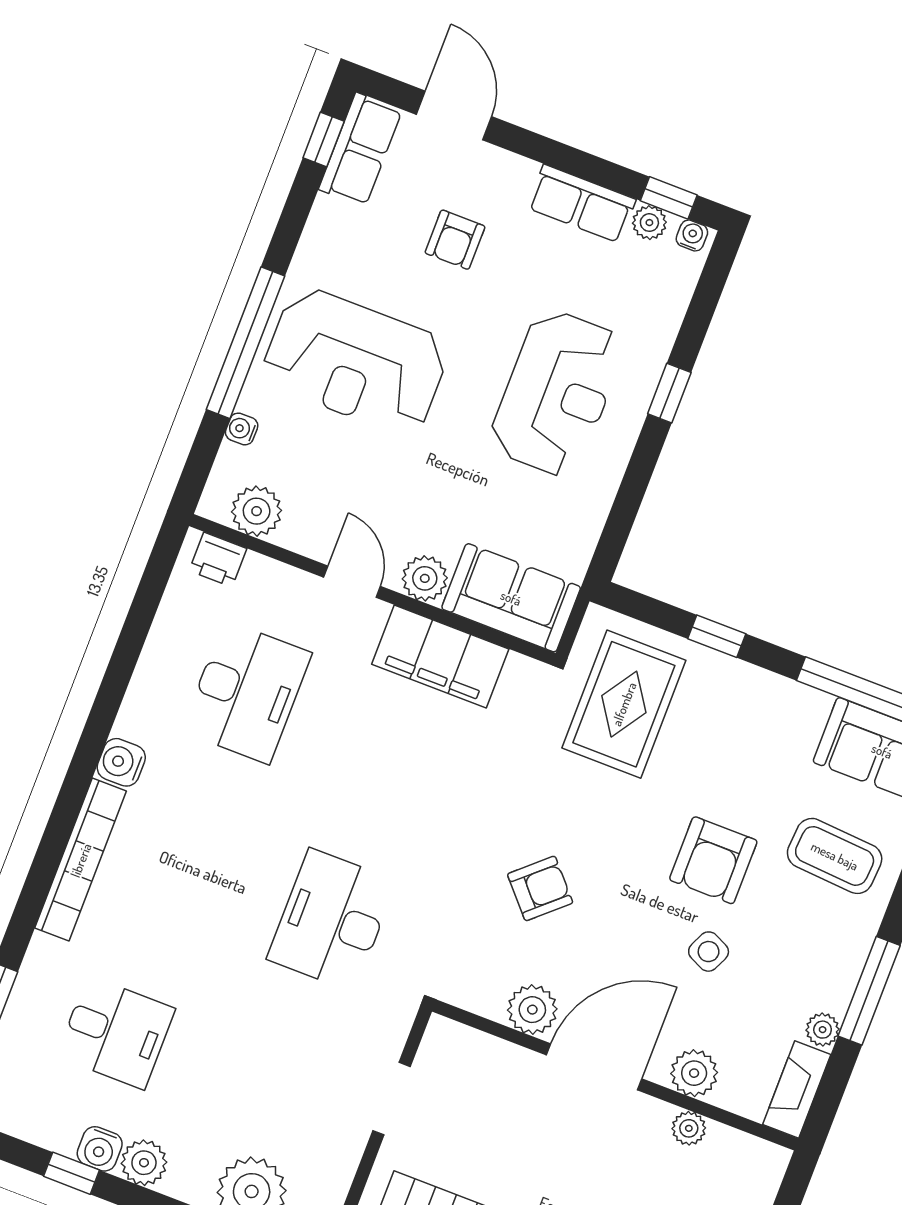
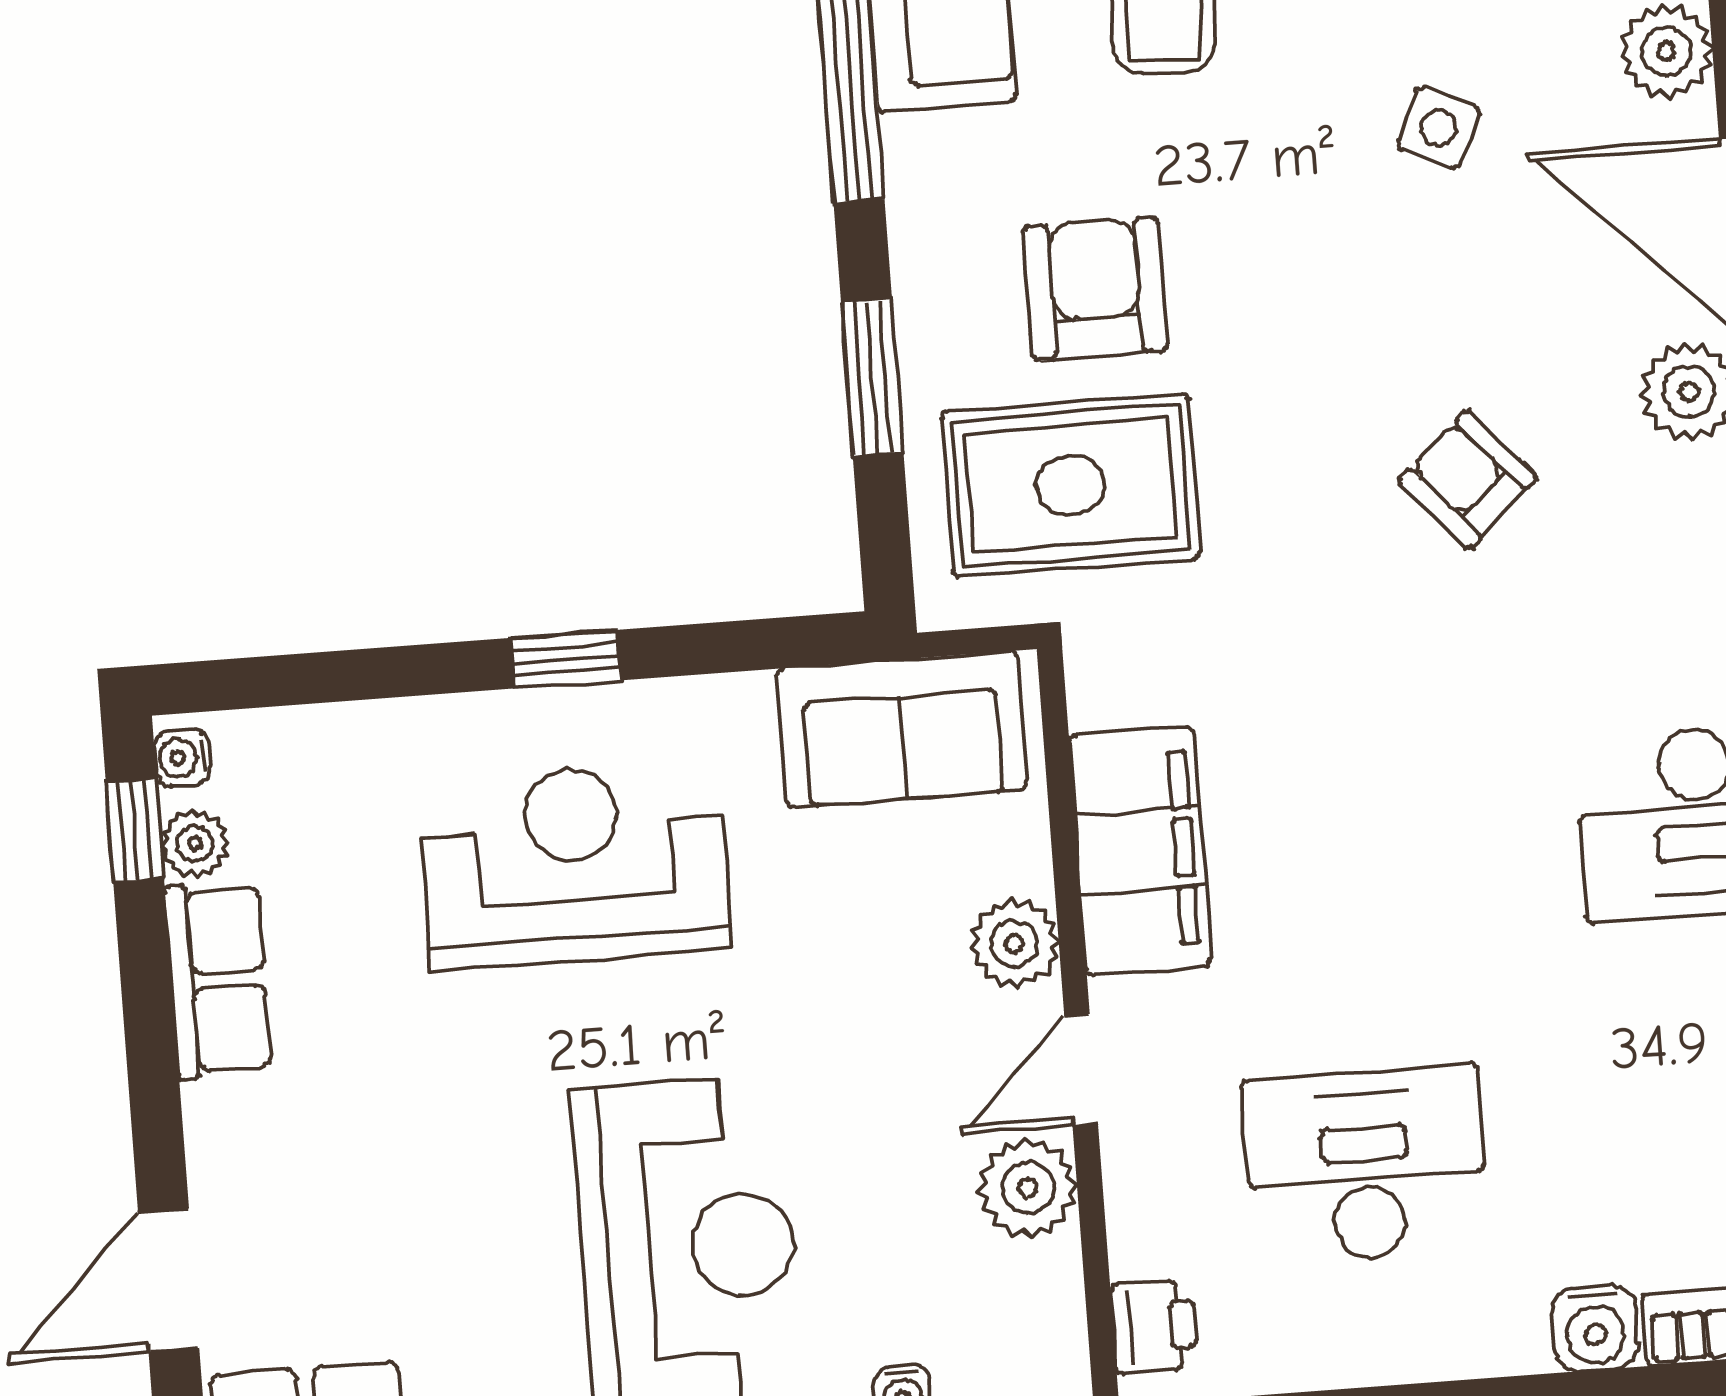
armchair: (455, 240) -> (388, 1174), removed
window: (669, 393) -> (566, 659), moved
plant: (257, 511) -> (1028, 1188), moved
sofa: (511, 598) -> (902, 729), moved, turned -90
window: (717, 636) -> (872, 377), width x1.50
armchair: (713, 860) -> (1096, 289), moved, turned -90

